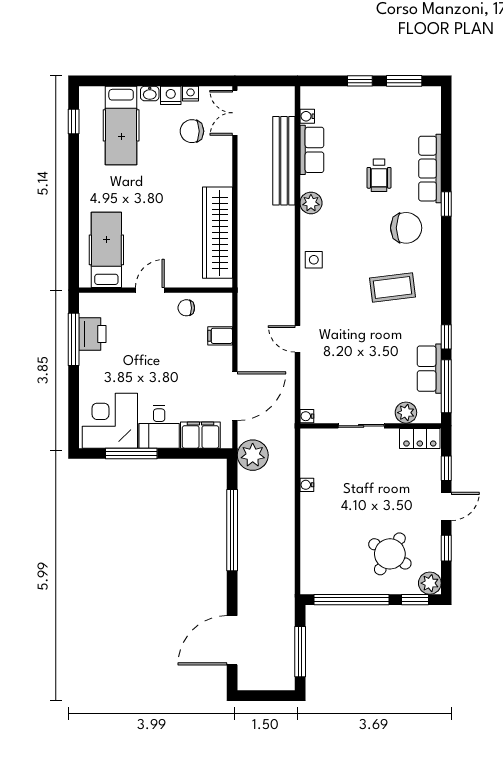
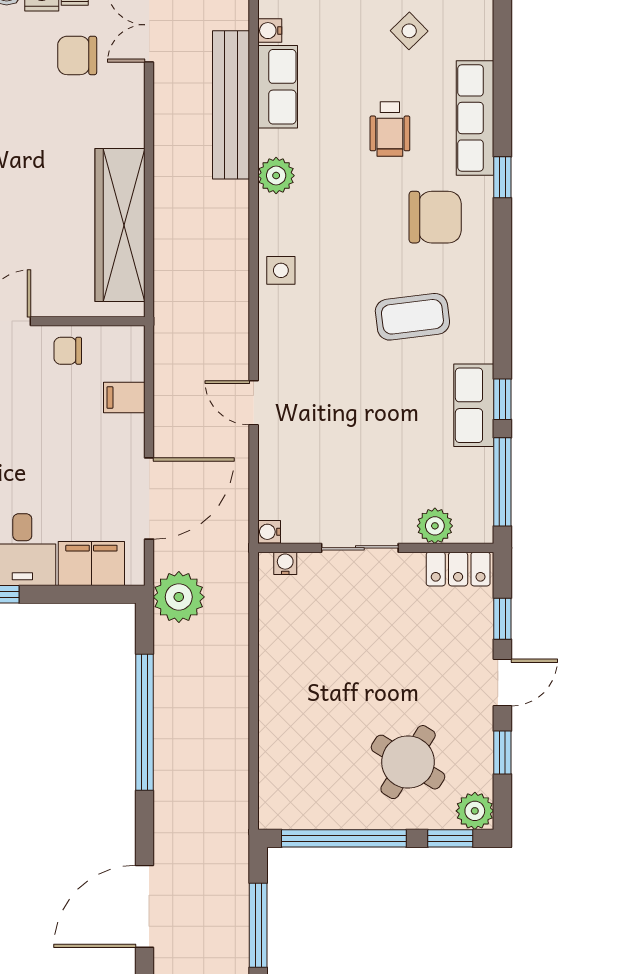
side table: (391, 116) -> (409, 31), added
row of seats: (429, 369) -> (474, 405), moved
water cooler: (307, 485) -> (285, 563), moved, turned 90

